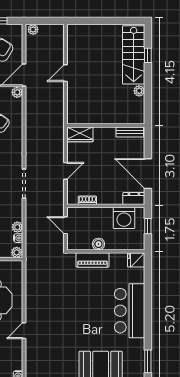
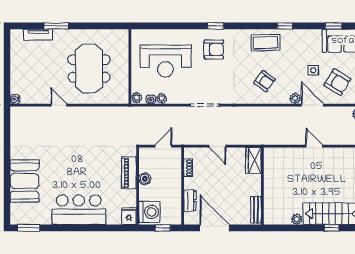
door: (148, 174) -> (215, 228), hinge flipped
dresser: (134, 199) -> (190, 201), moved
washing machine: (124, 218) -> (149, 212), moved, turned 180

